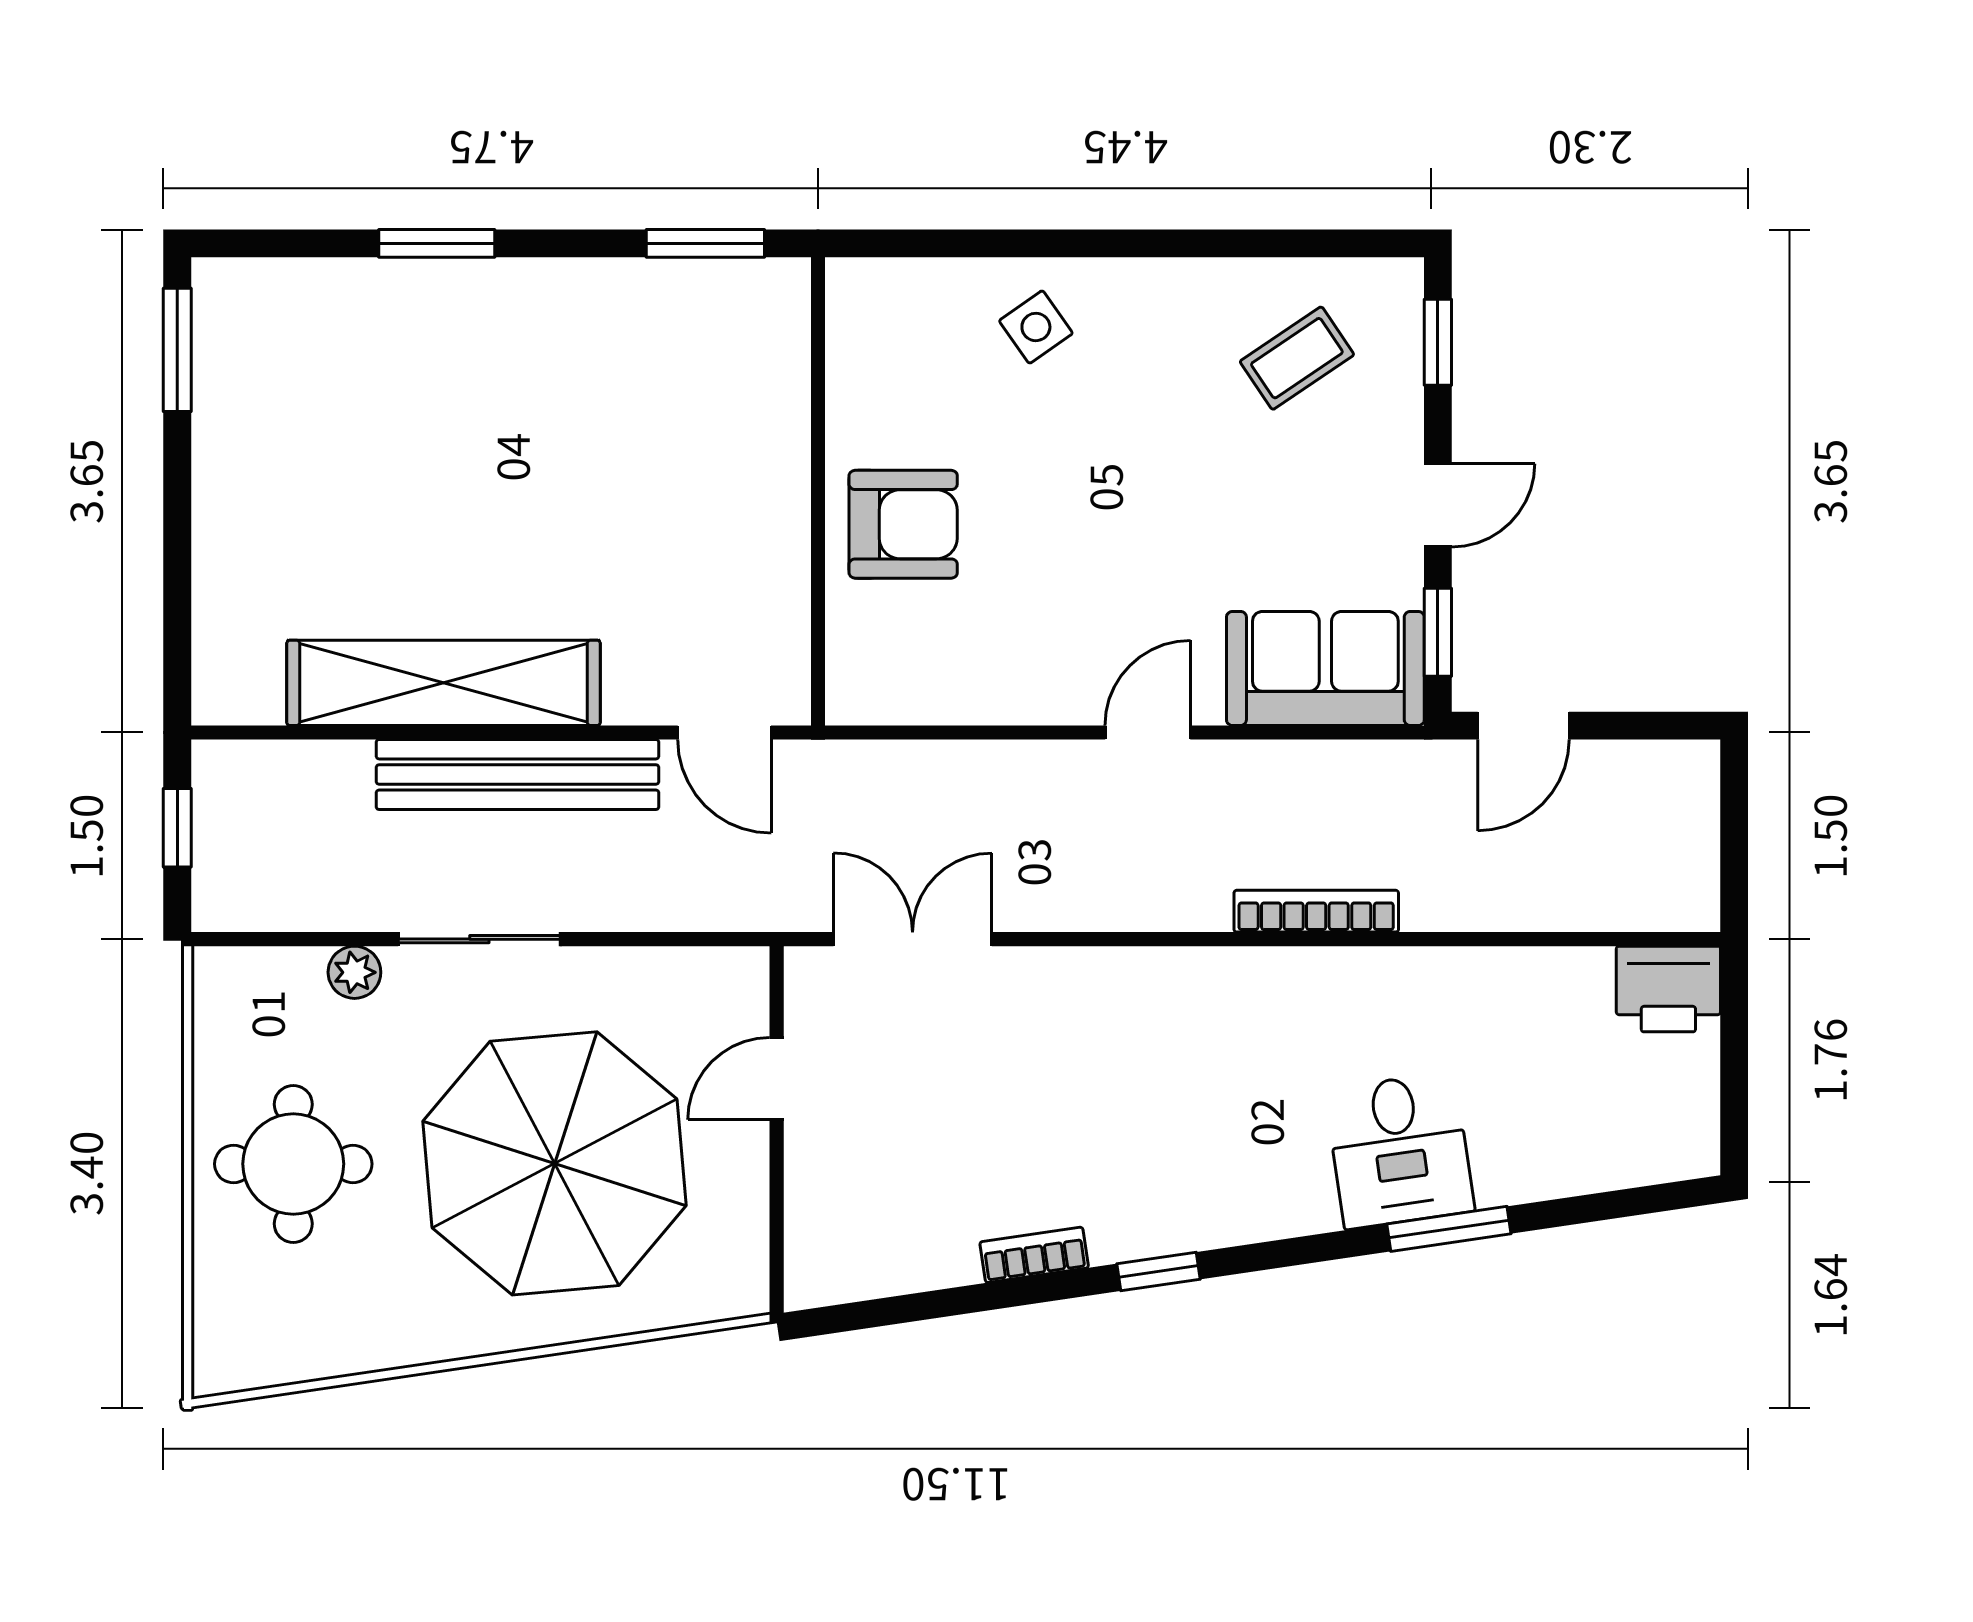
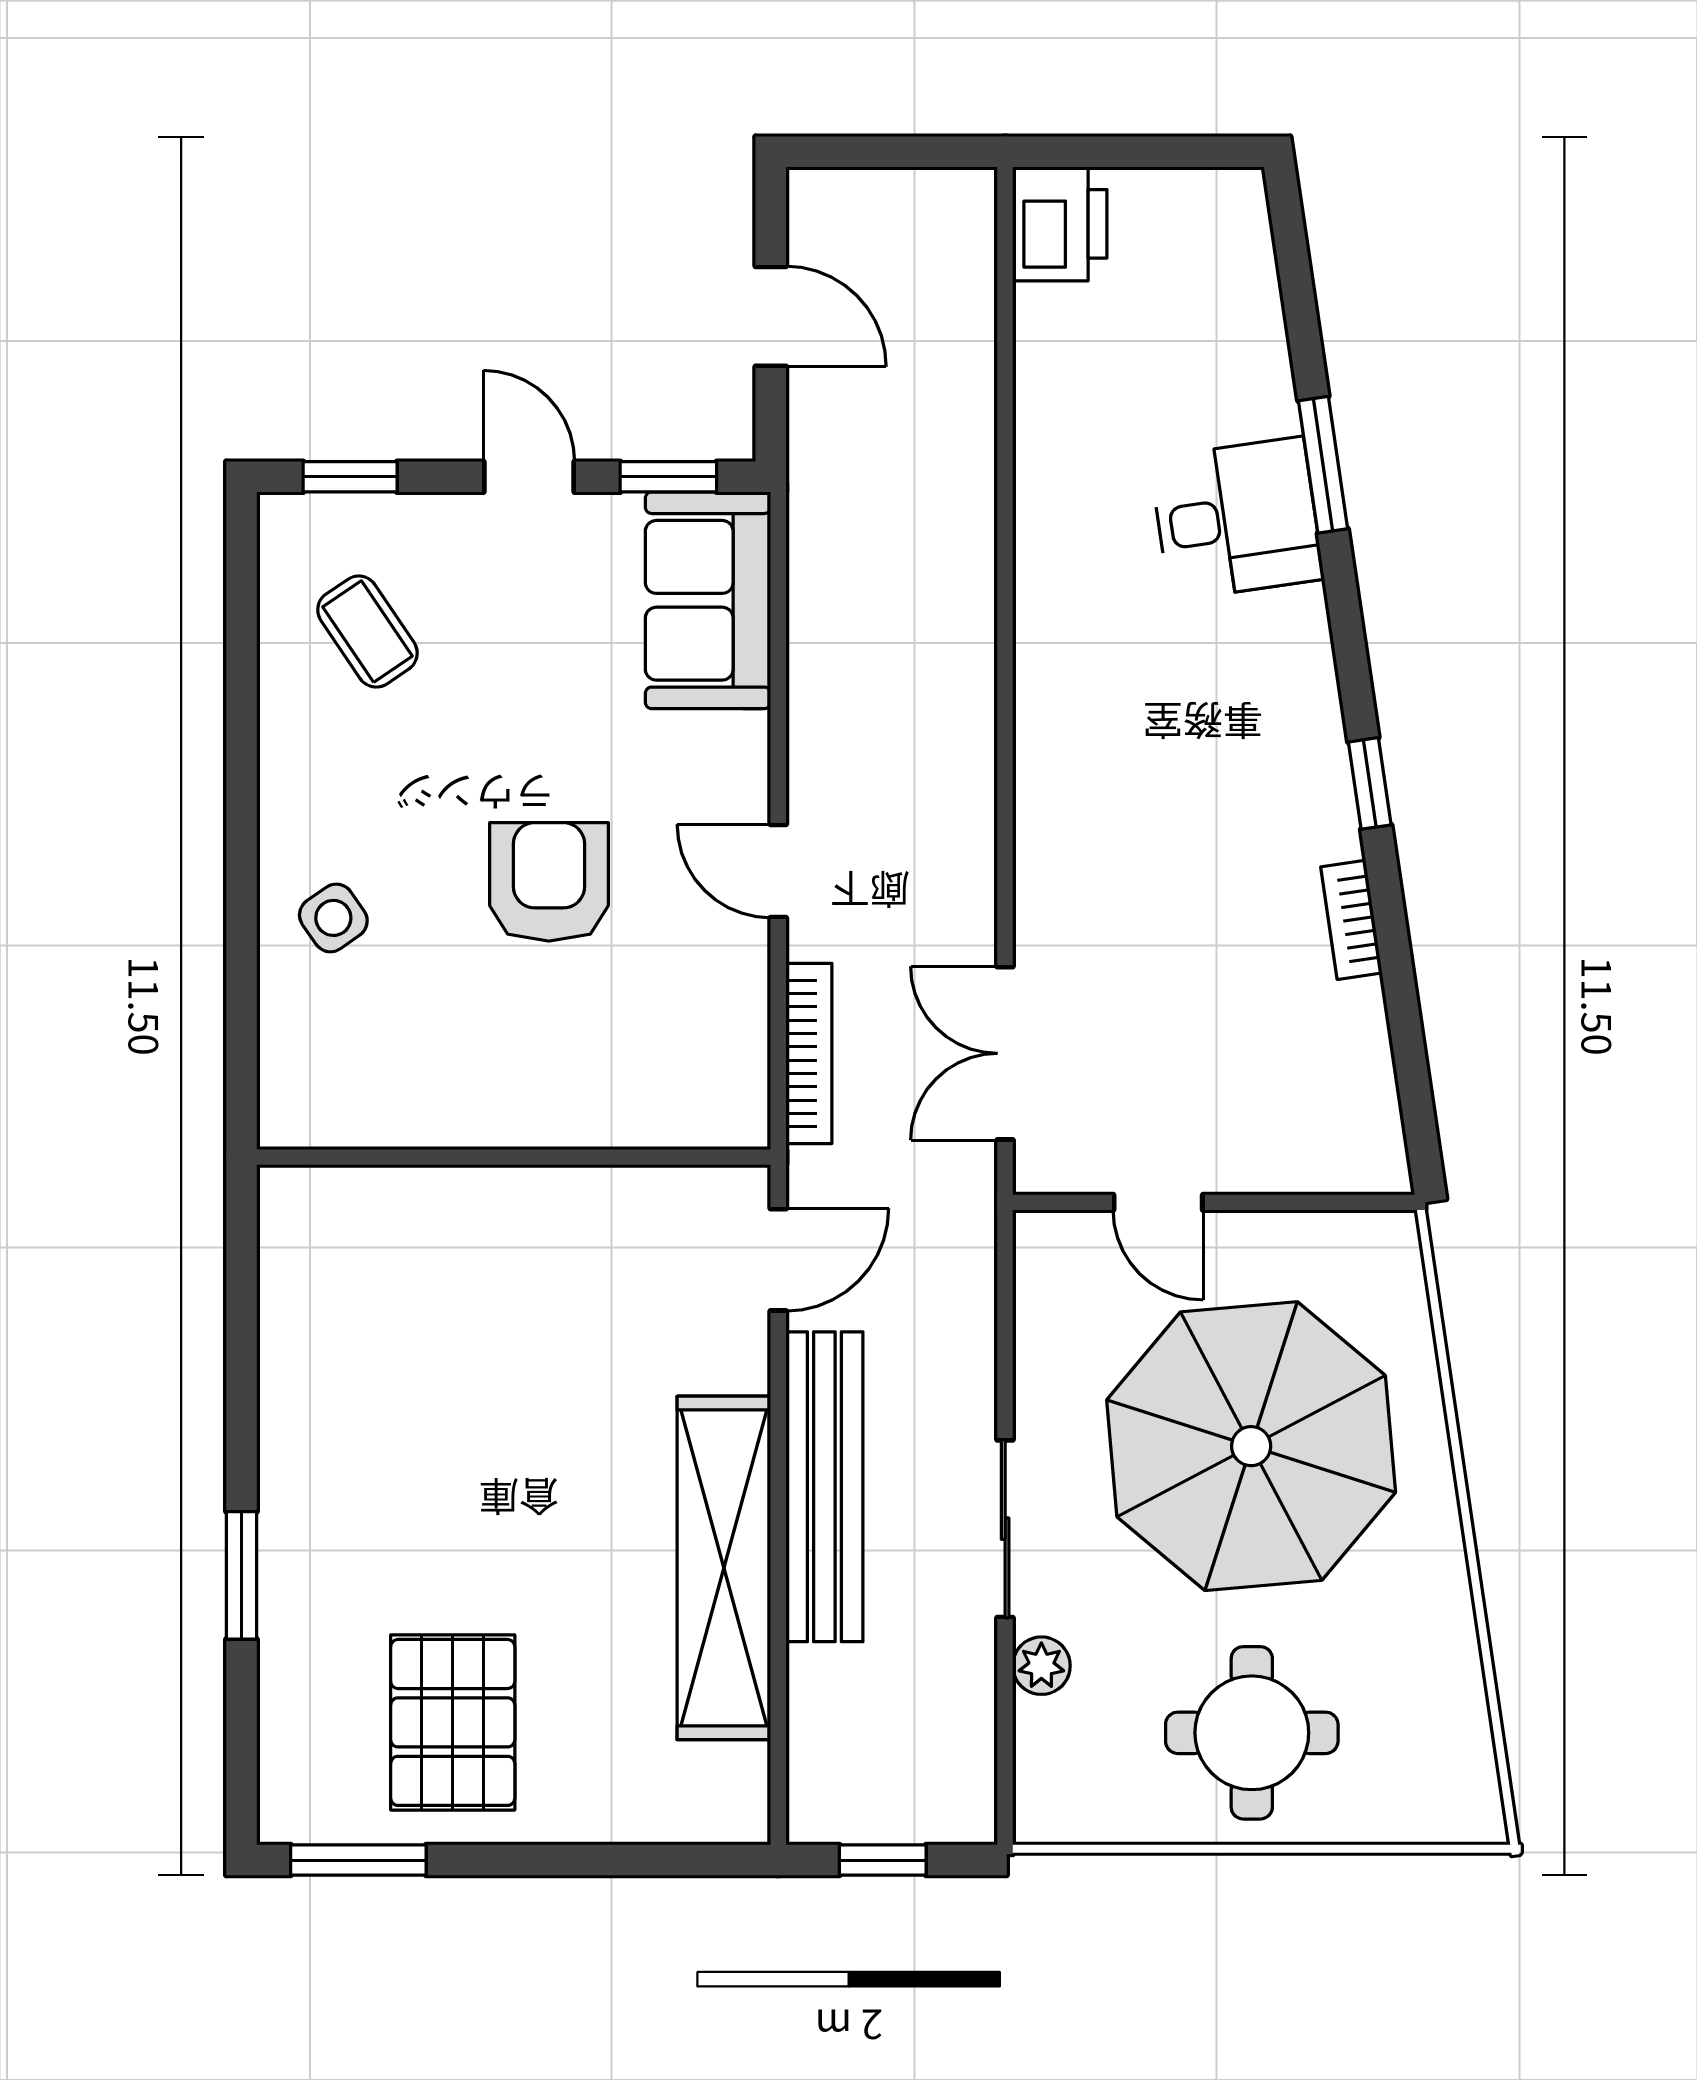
window: (705, 243) -> (242, 1281), removed
pallet: (303, 436) -> (453, 1722), added
armchair: (903, 524) -> (549, 882), moved
door: (1523, 726) -> (771, 316), moved
door: (1148, 732) -> (778, 871), moved
bookcase: (1316, 911) -> (809, 1053), moved, turned 180

